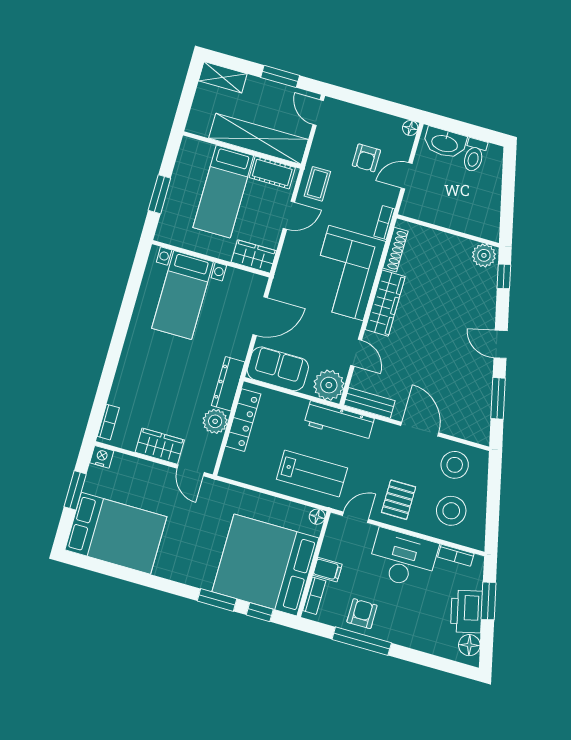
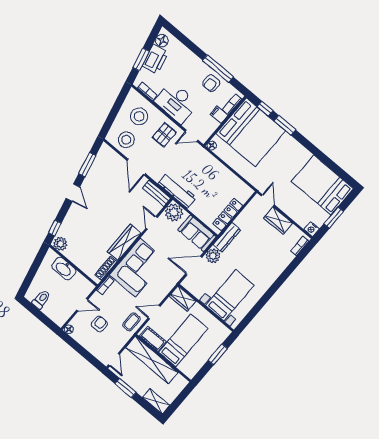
washbasin: (445, 143) -> (64, 269), moved, turned 180
plant: (215, 421) -> (213, 256), moved
lab bench: (312, 474) -> (204, 169), removed

